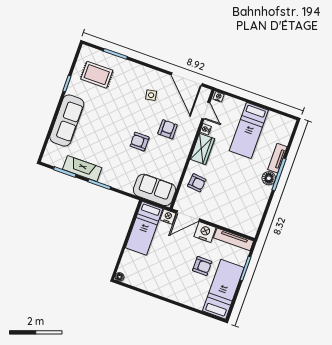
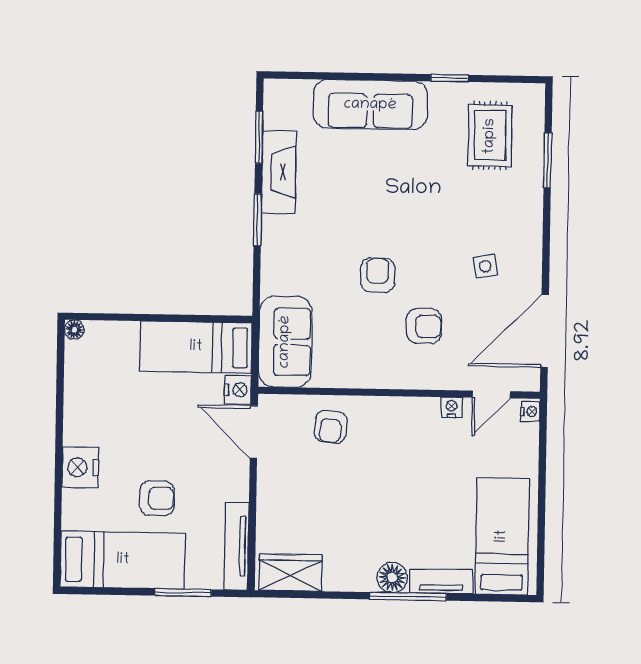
bed: (249, 130) -> (502, 536), moved, turned 90
wardrobe: (202, 149) -> (290, 573), moved, turned 180
nightstand: (205, 232) -> (80, 467), moved, turned 180
armchair: (202, 266) -> (157, 498), turned -90

